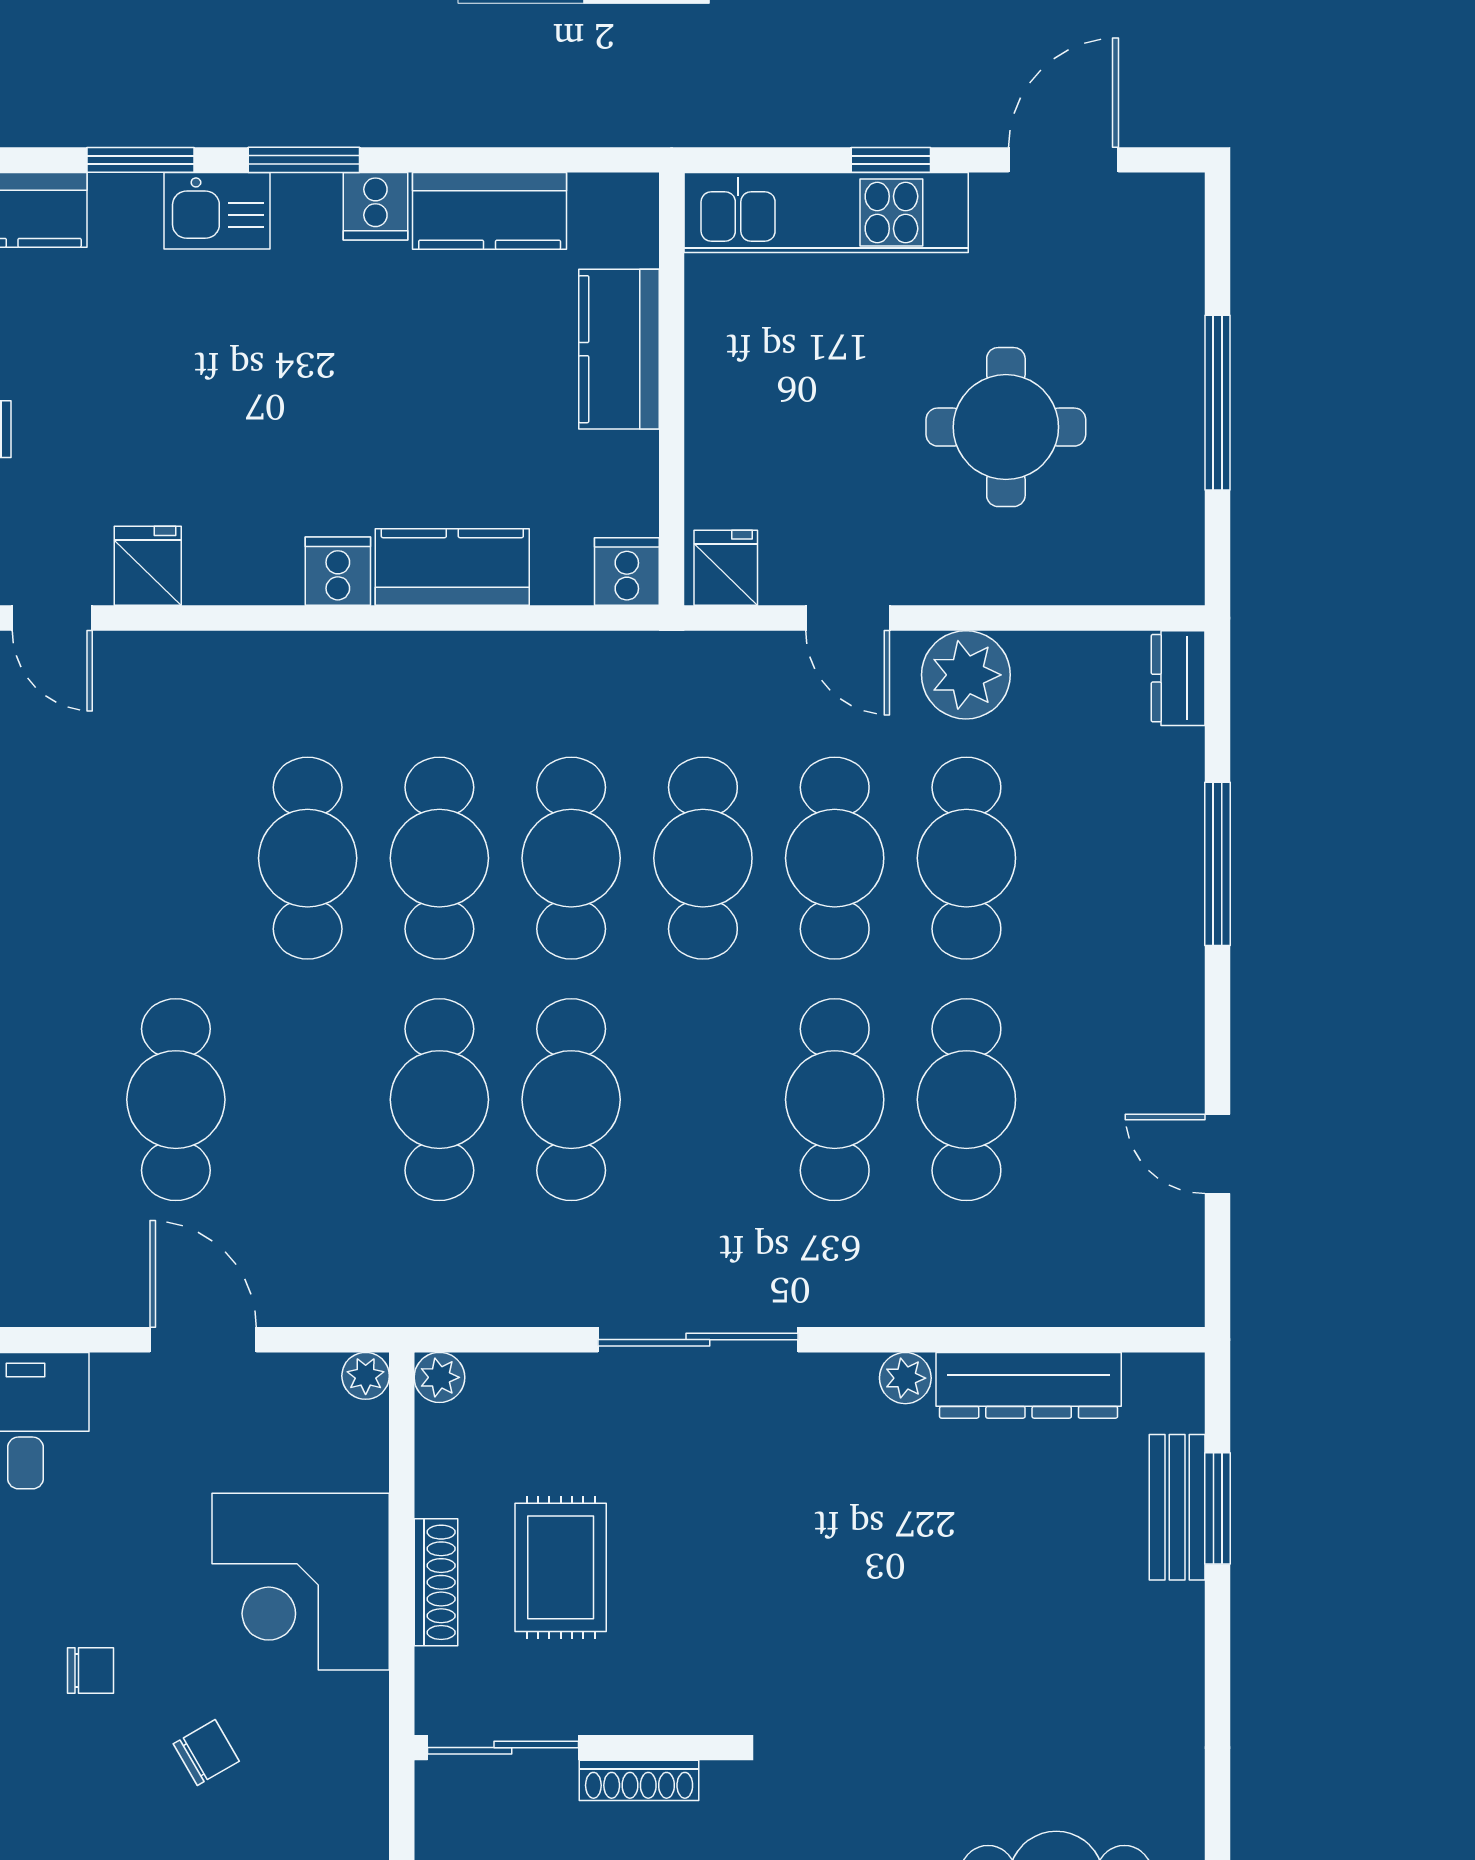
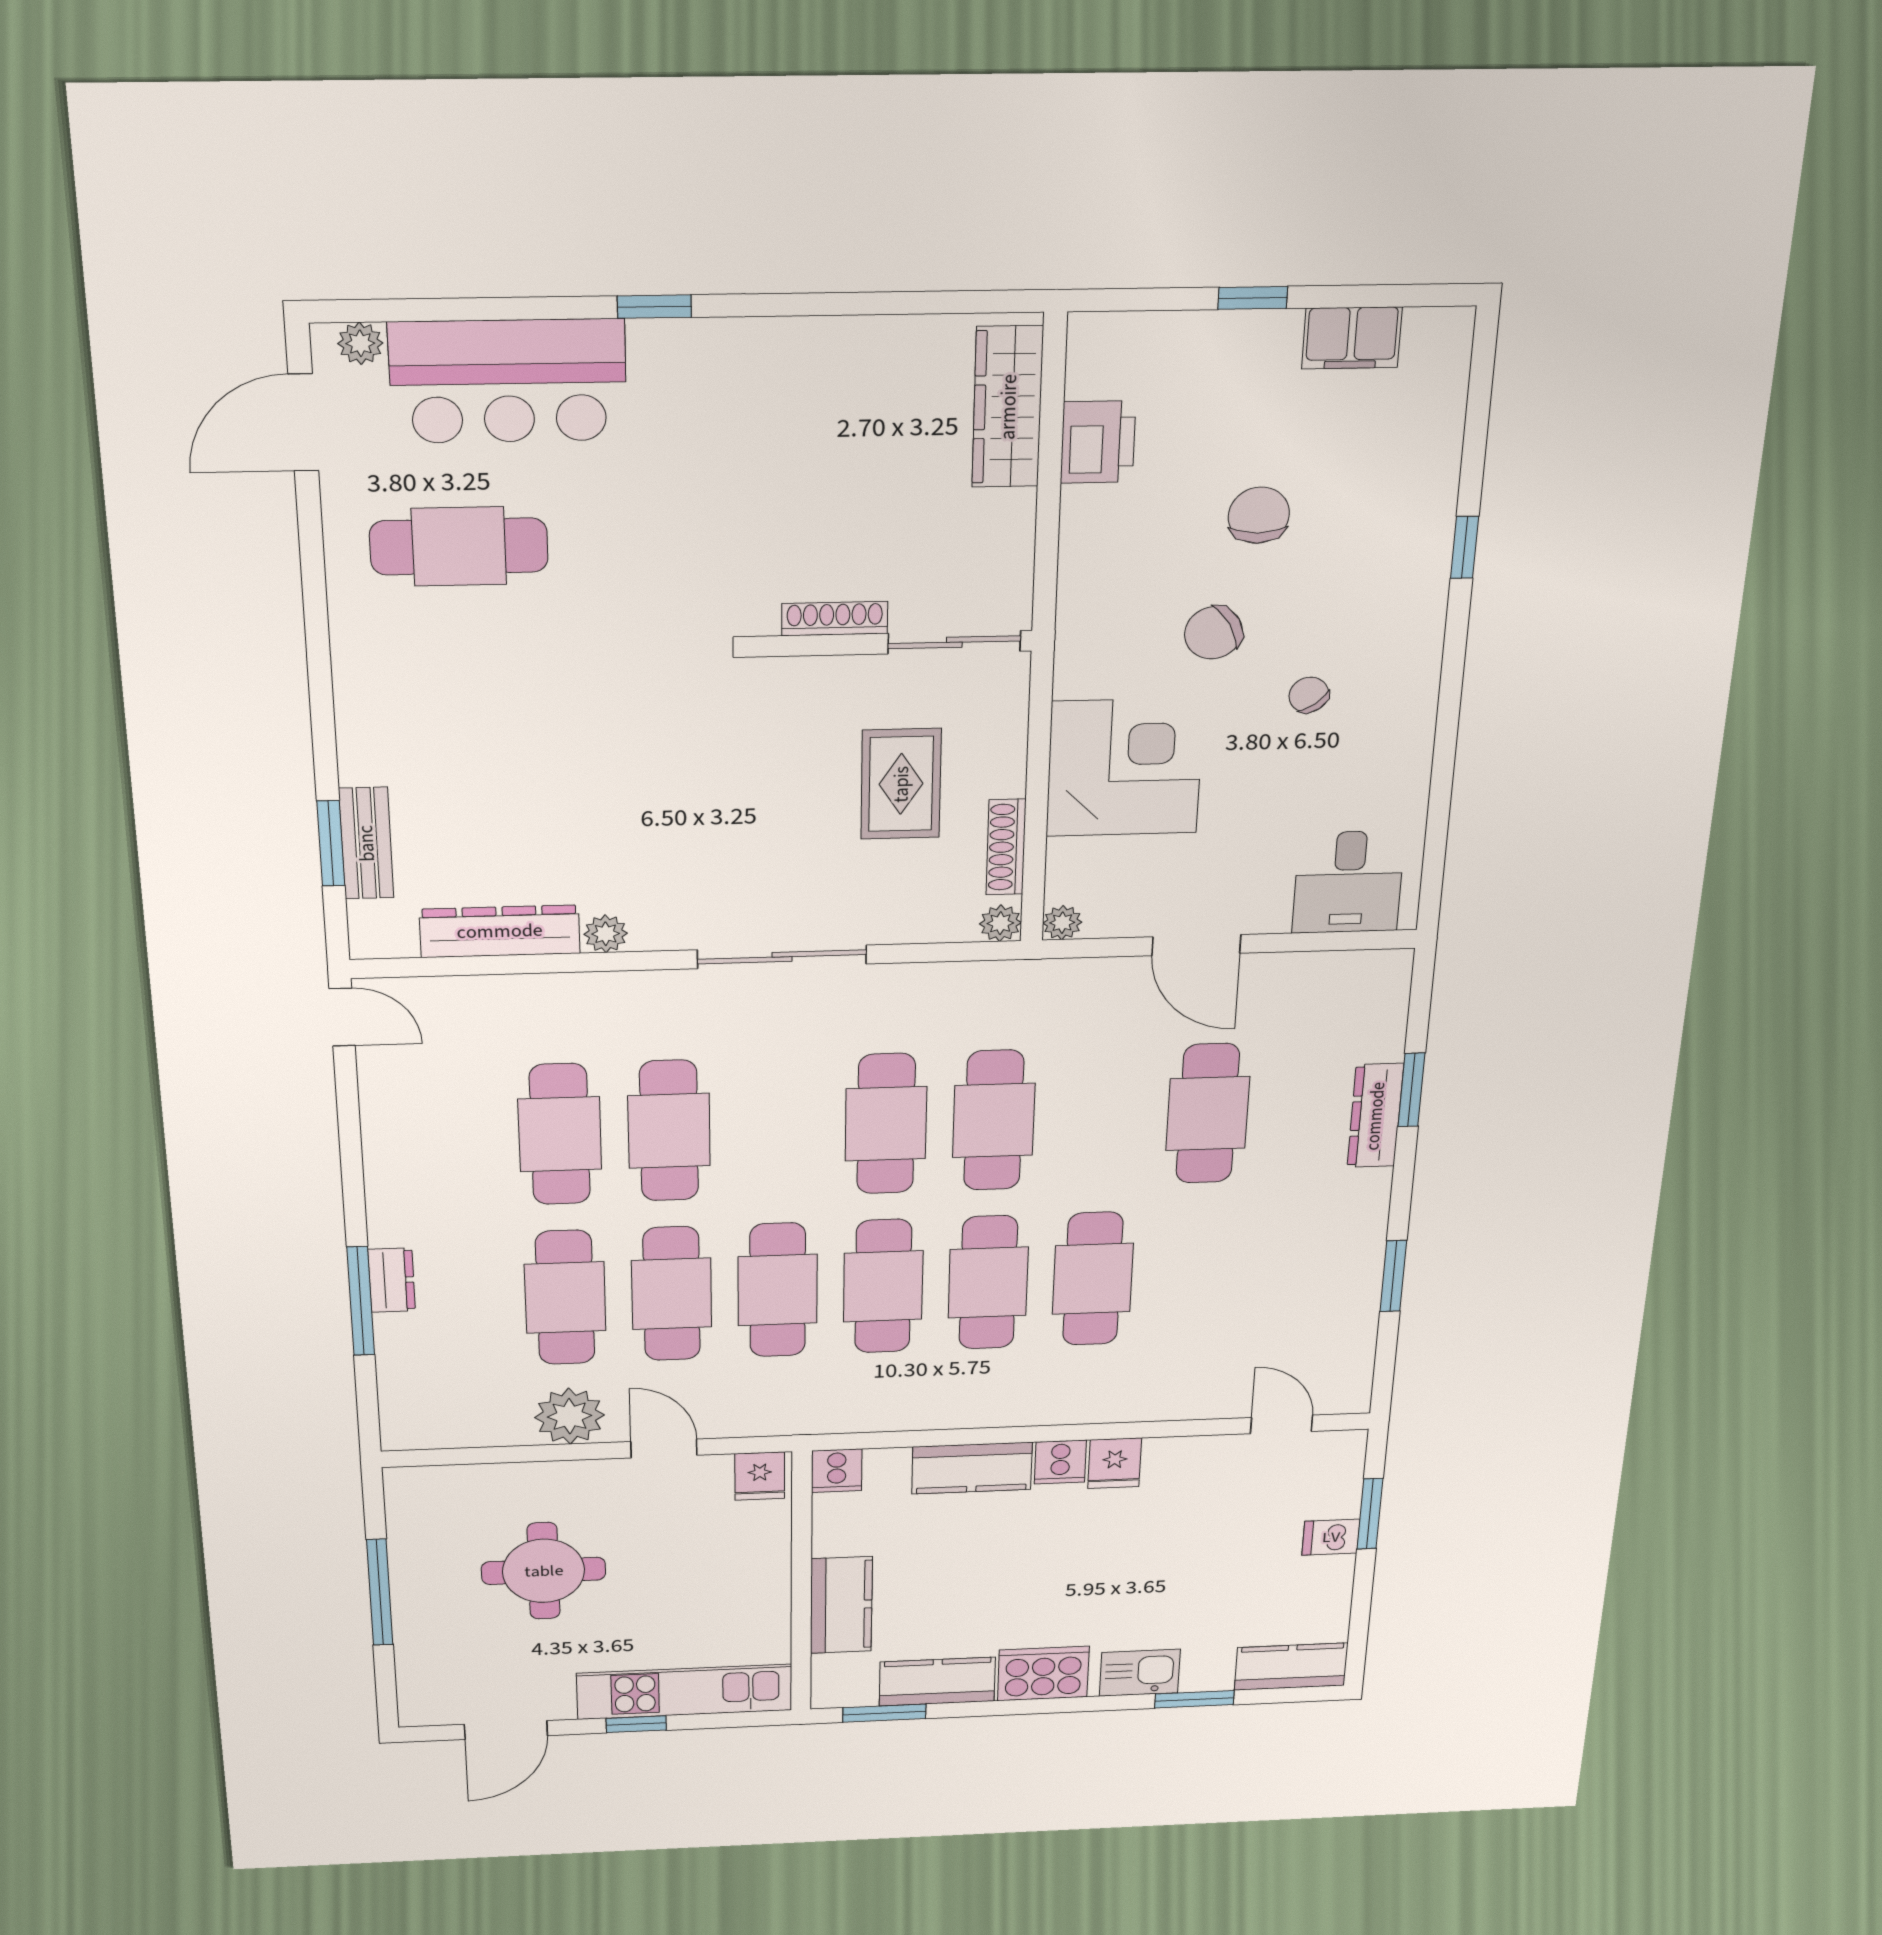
window: (304, 160) -> (884, 1713), moved
cooker: (375, 206) -> (1043, 1673), width x1.87, depth x1.31
fridge: (148, 566) -> (1115, 1463), moved
dresser: (1178, 678) -> (392, 1280), moved
door: (1218, 1154) -> (342, 1017), moved
shoe rack: (436, 1582) -> (1006, 847), moved
chair: (91, 1670) -> (1309, 695), turned 53
chair: (206, 1753) -> (1213, 633), width x1.37, depth x1.37

